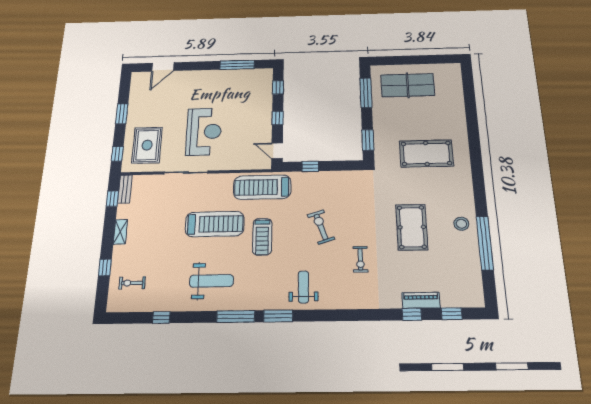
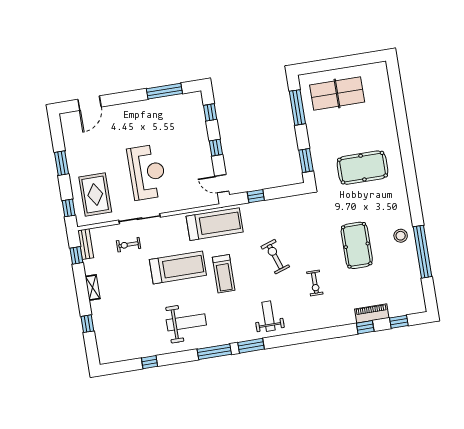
treadmill: (262, 187) -> (215, 224), turned 180
exercise bike: (132, 283) -> (128, 245), moved

